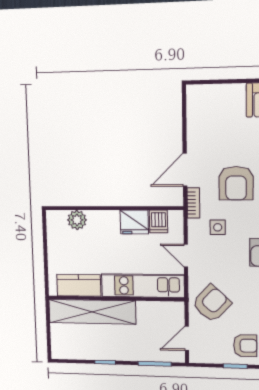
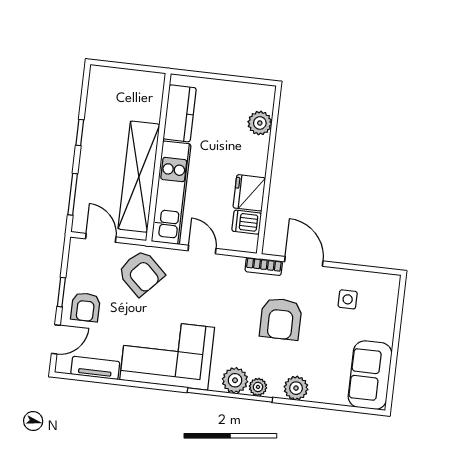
armchair: (236, 183) -> (281, 319), turned -90
side table: (218, 227) -> (348, 299), moved
door: (186, 256) -> (202, 250), hinge flipped
shelving: (92, 312) -> (139, 177), moved

